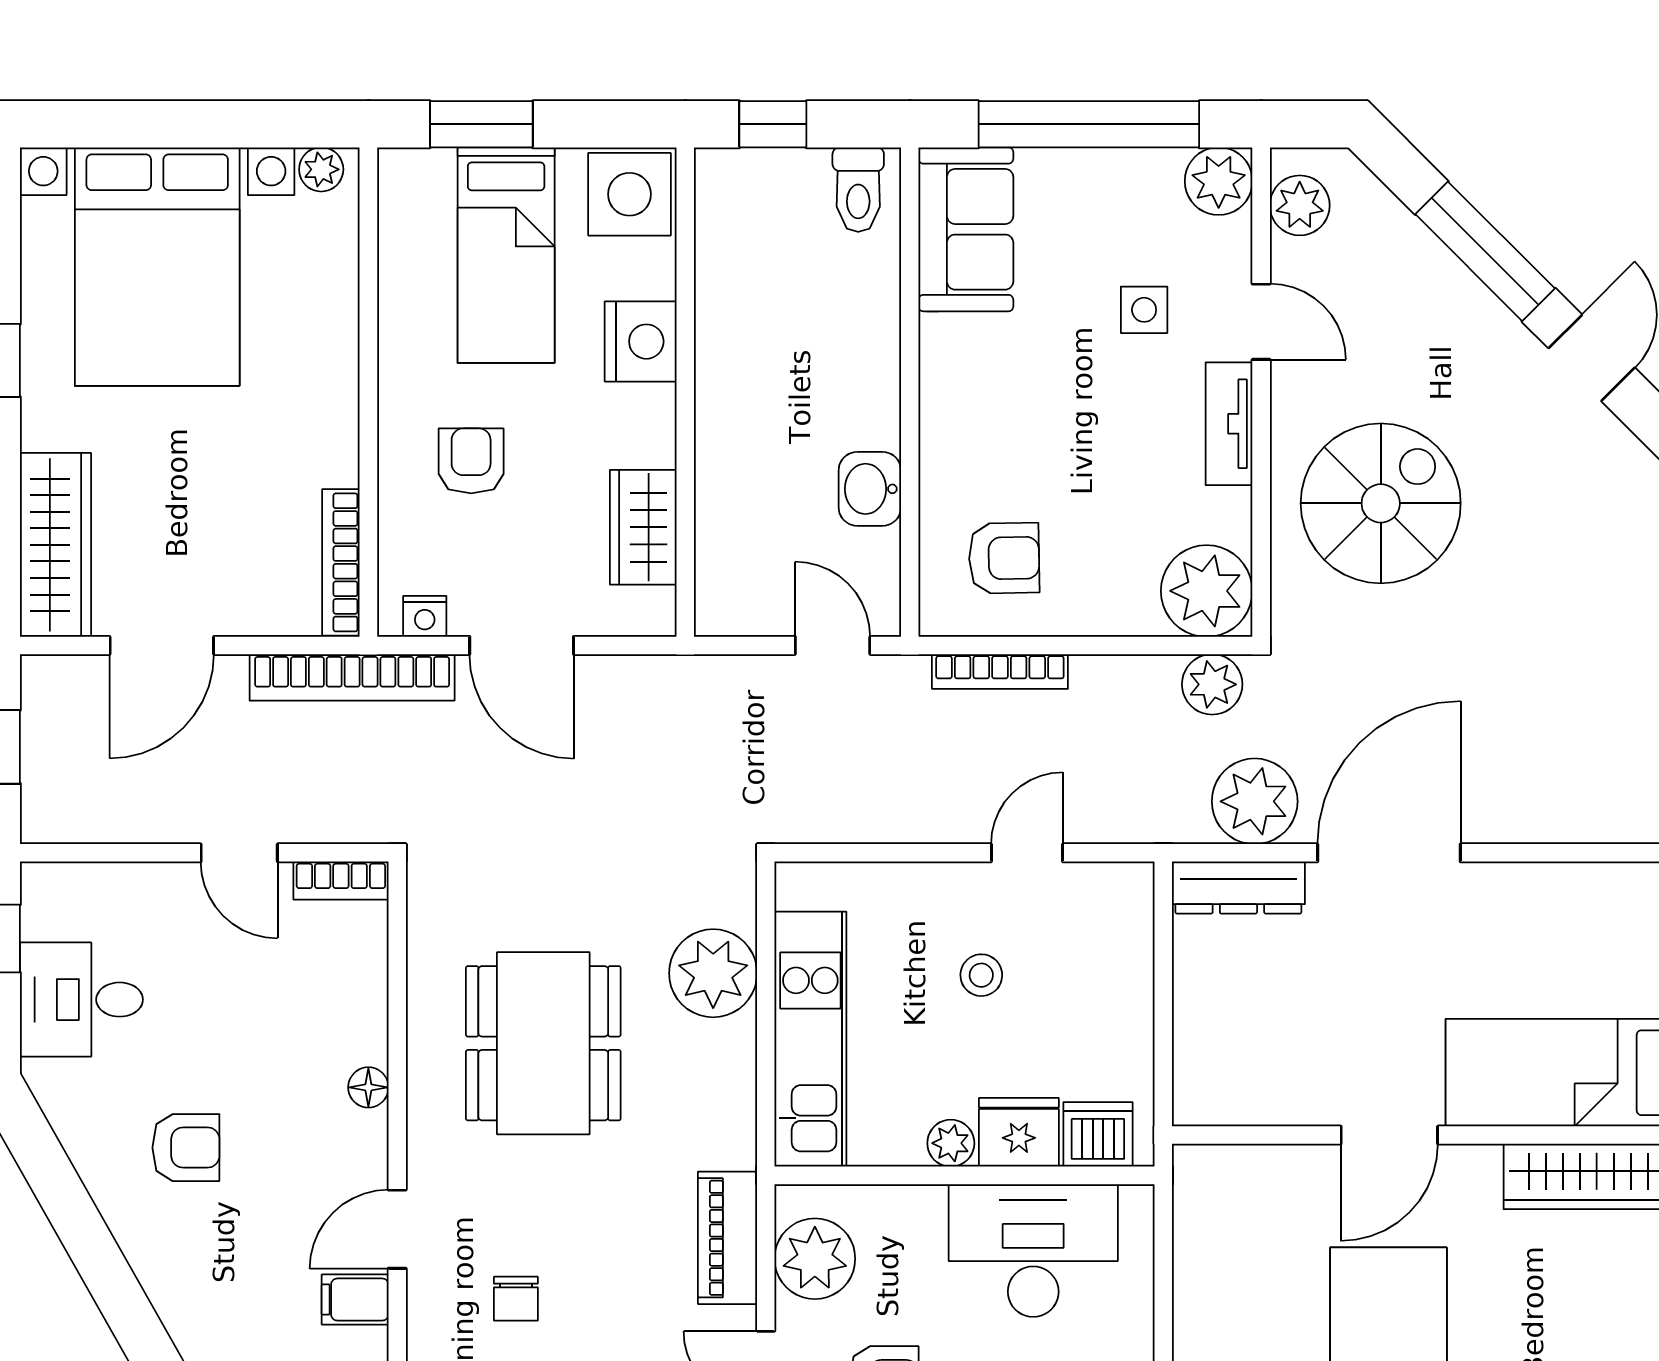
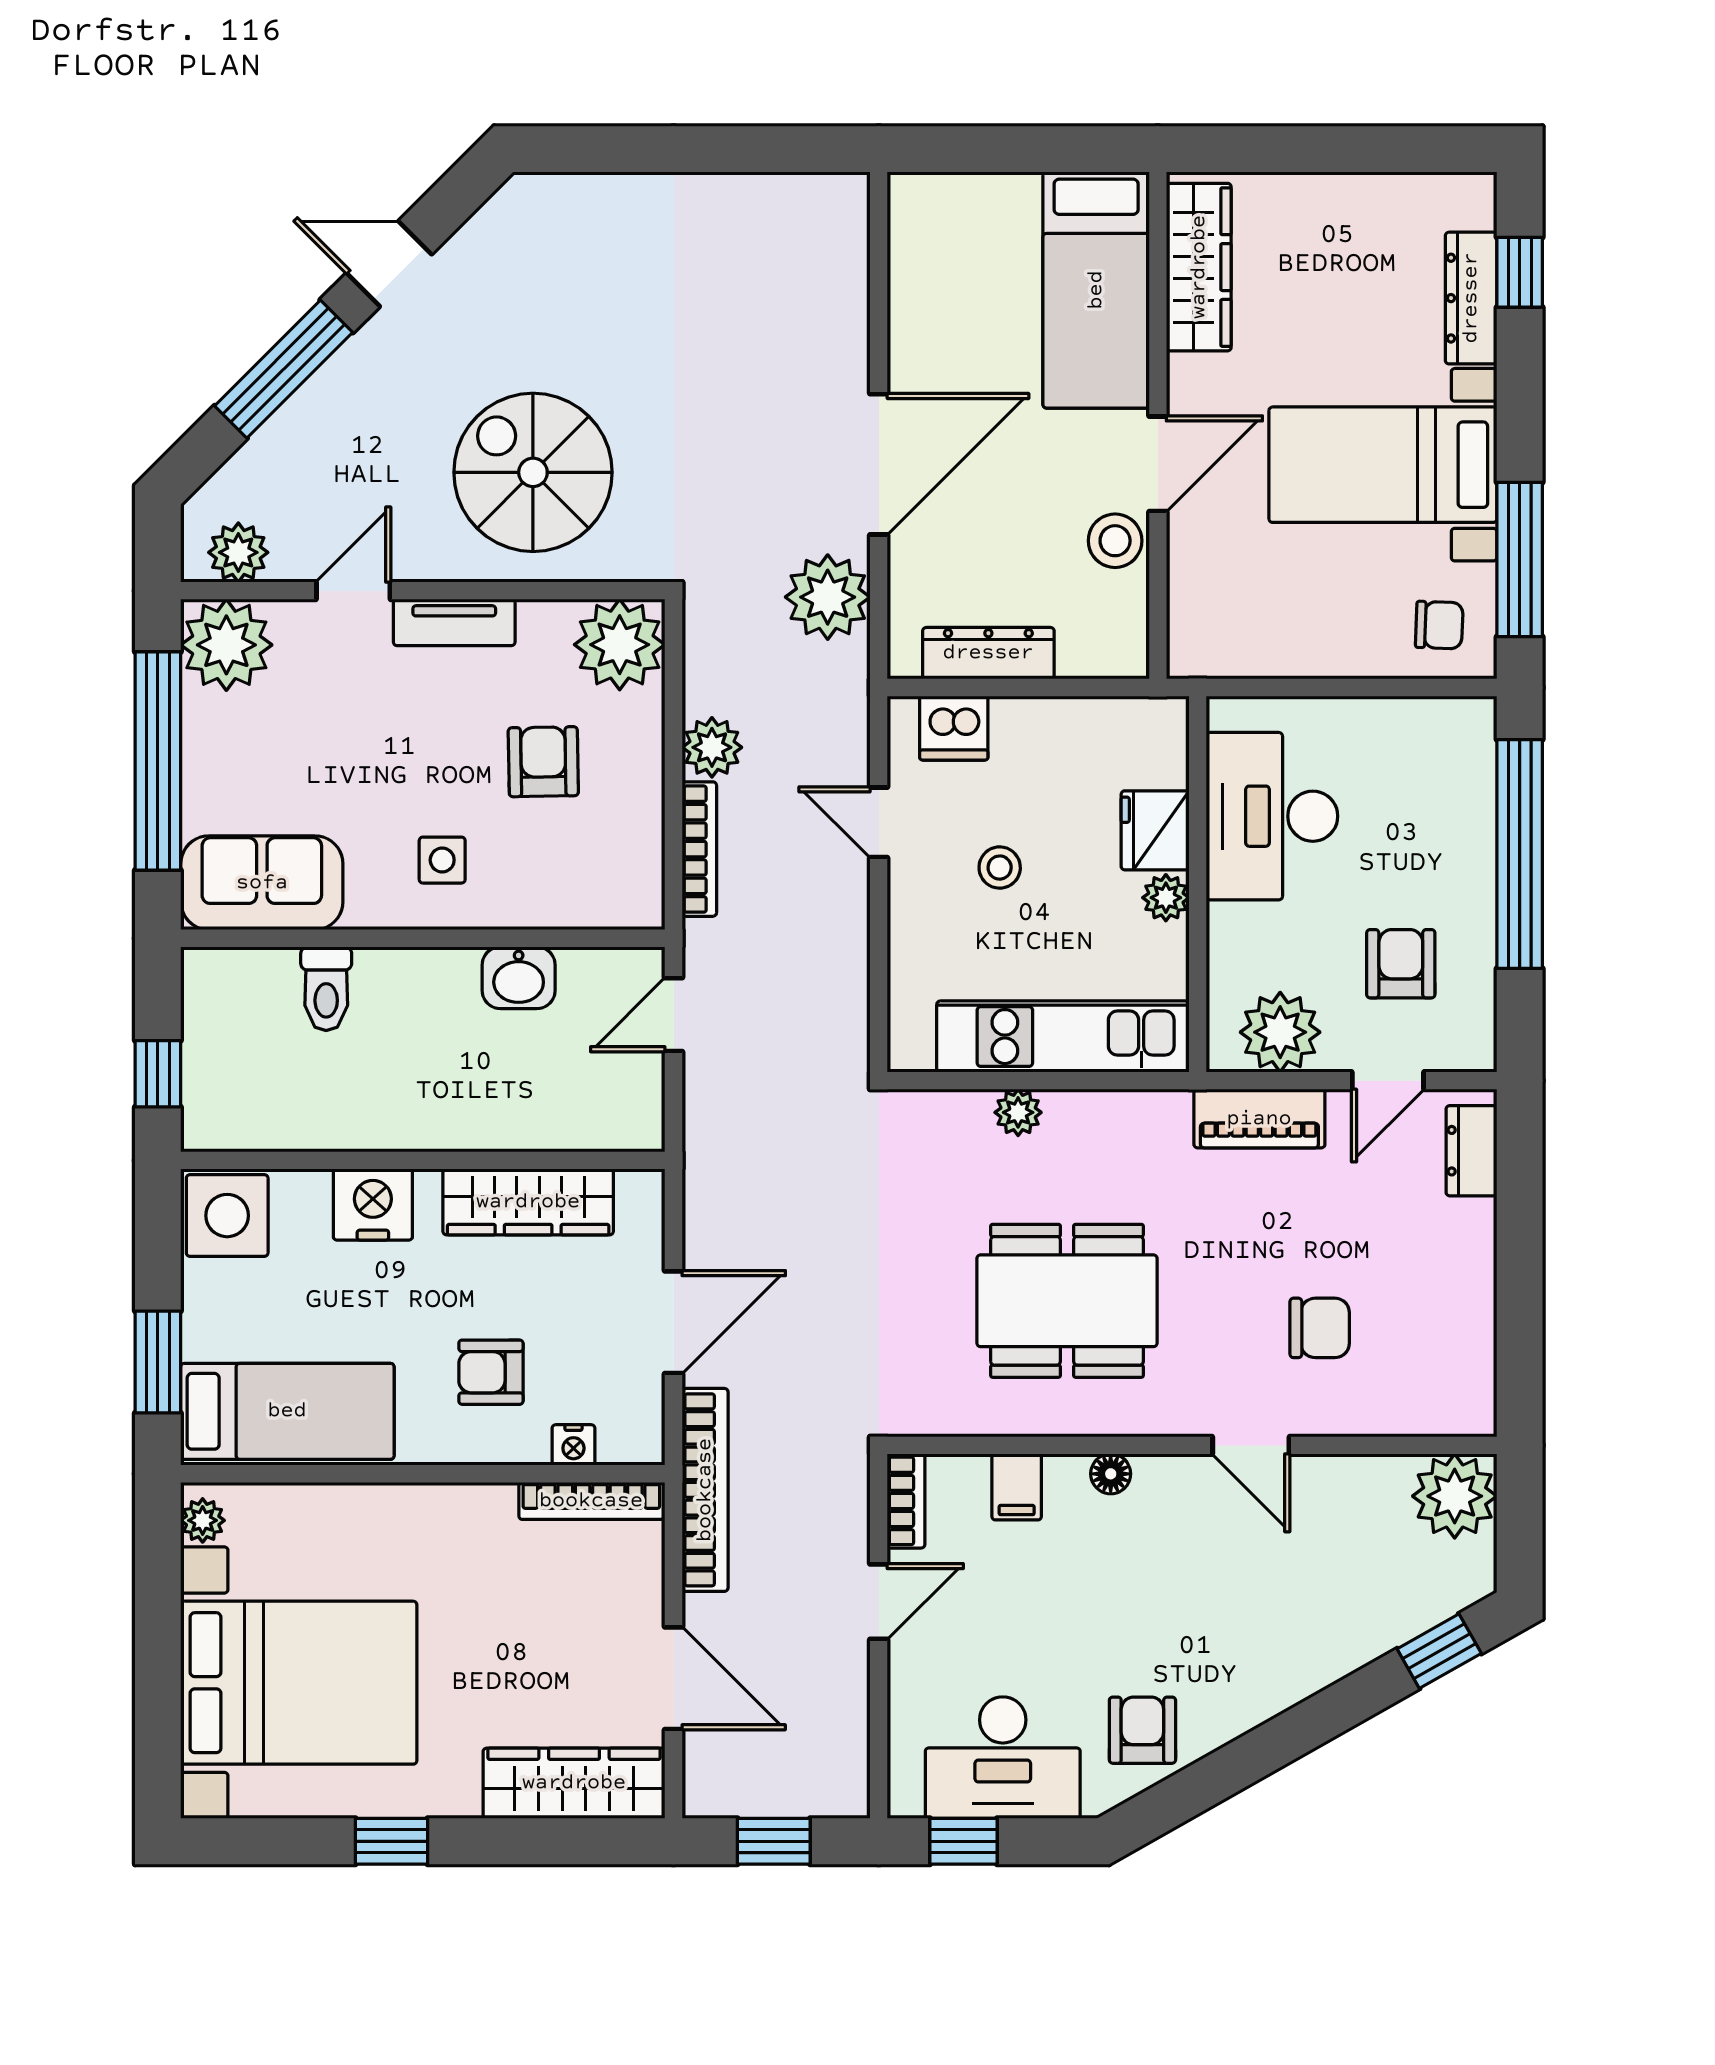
plant: (1219, 181) -> (226, 645), width x1.36, depth x1.36
toilet: (858, 190) -> (326, 989), moved, turned 90
bed: (506, 255) -> (287, 1411), moved
side table: (1144, 310) -> (442, 860), moved
wardrobe: (643, 527) -> (528, 1202), width x1.50
armchair: (1004, 558) -> (543, 762), moved
nightstand: (425, 616) -> (573, 1445), moved, turned 90
plant: (1212, 684) -> (712, 747), moved
door: (1389, 853) -> (879, 464), swing flipped
dresser: (1238, 887) -> (988, 653), moved, turned -90
plant: (713, 973) -> (1018, 1112), width x0.53, depth x0.53
desk: (81, 1000) -> (1003, 1758), width x1.37
stool: (1312, 1092) -> (1115, 541), added
dishwasher: (1098, 1134) -> (954, 728), moved, turned -90
door: (1389, 1135) -> (1158, 464), hinge flipped
armchair: (186, 1148) -> (1142, 1730), moved
chair: (516, 1299) -> (1320, 1328), width x1.37, depth x1.37
filing cabinet: (355, 1300) -> (1017, 1487), moved

